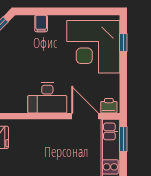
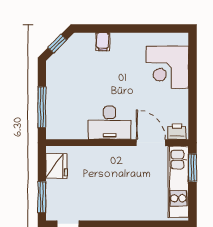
window: (123, 42) -> (193, 62), removed
corner desk: (93, 47) -> (167, 67), width x0.74, depth x0.74

